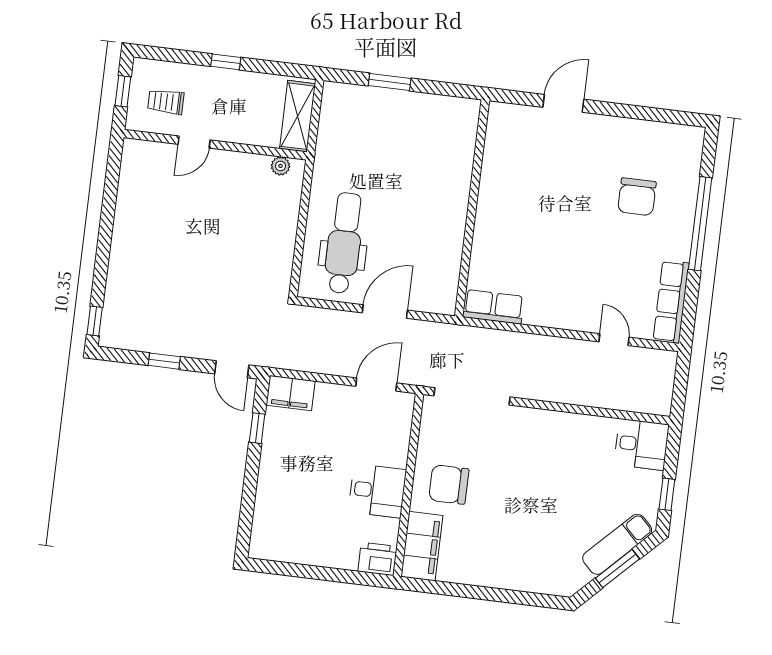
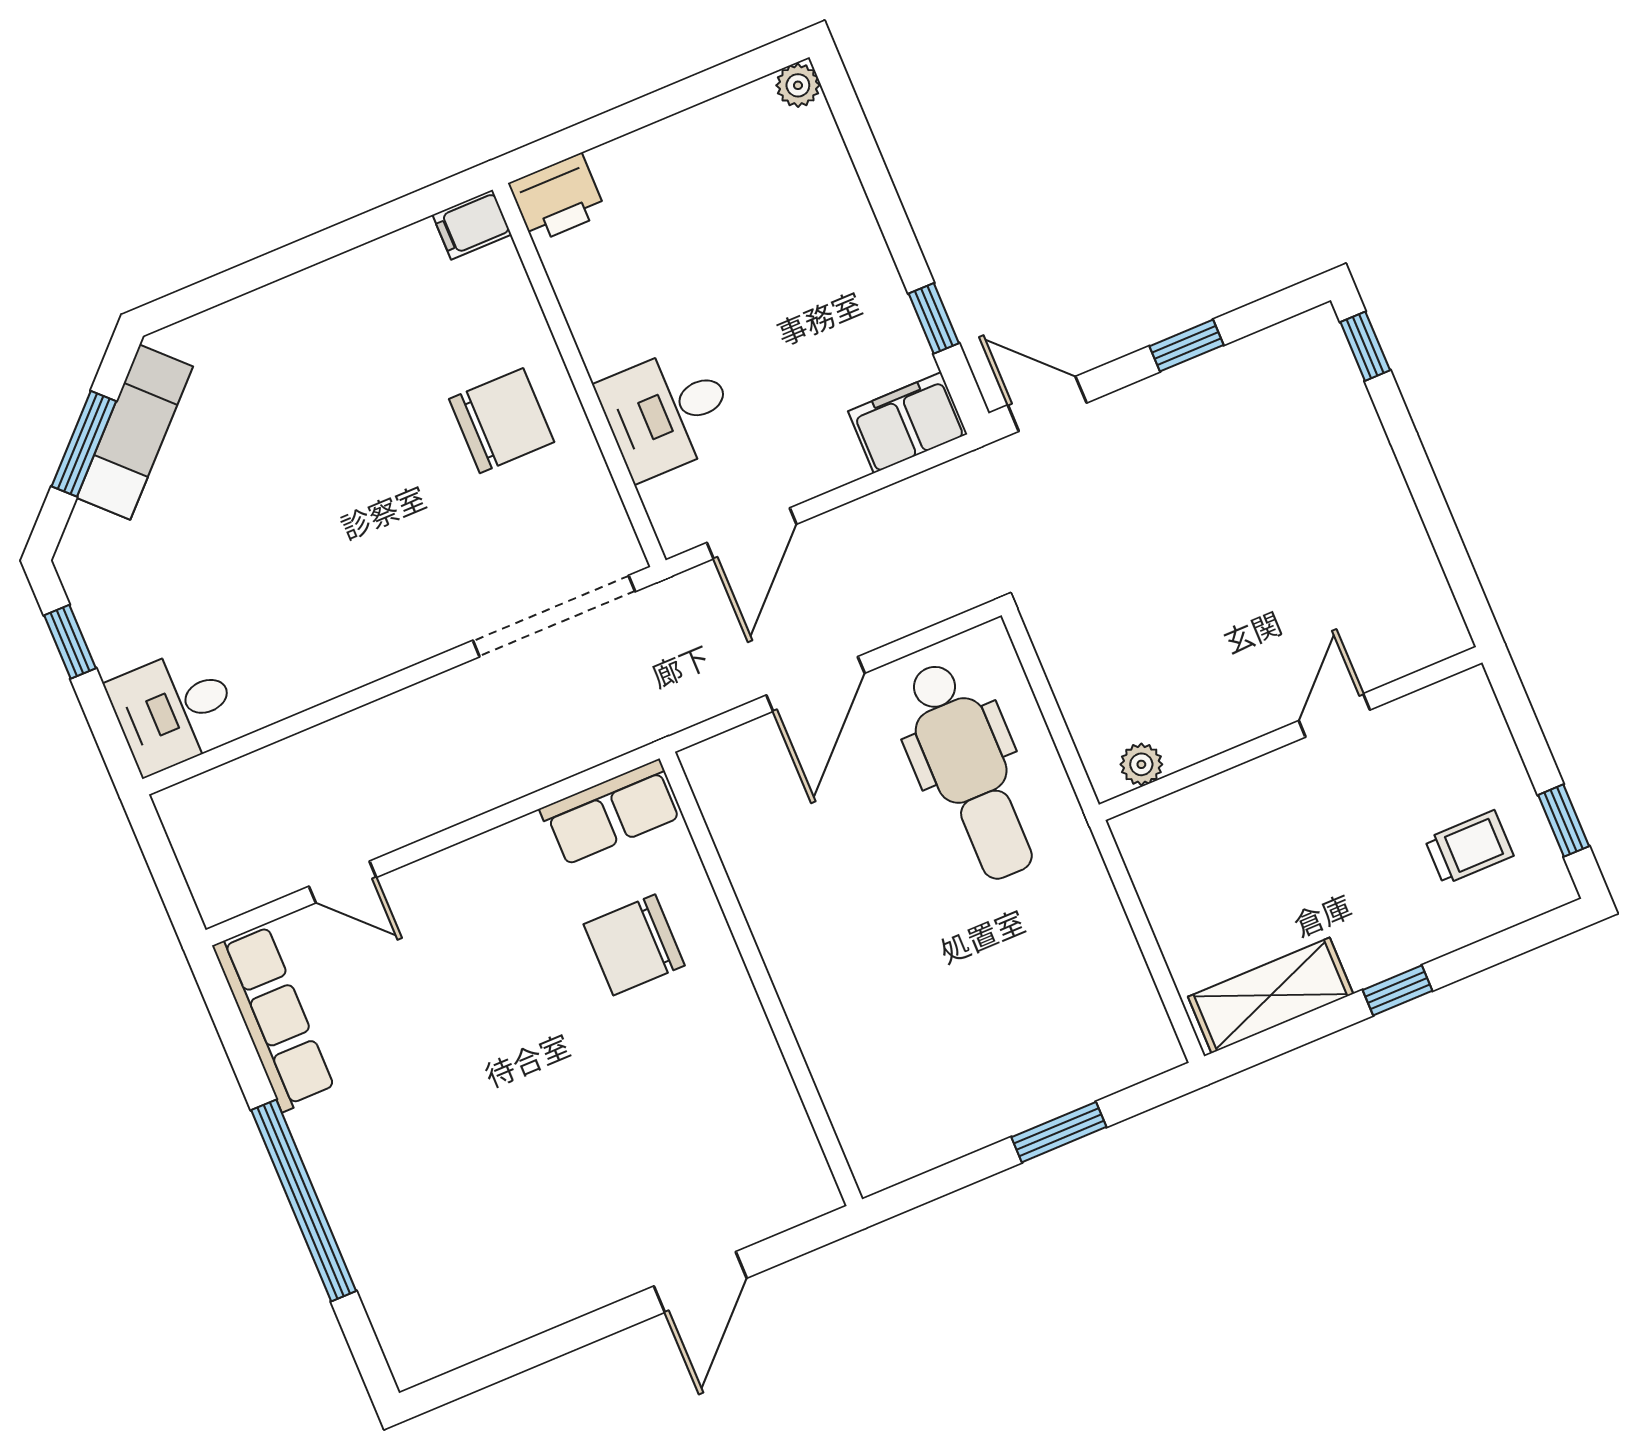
shelving: (298, 116) -> (1271, 995), moved, turned 90
door: (194, 142) -> (1334, 715), moved
wall: (215, 145) -> (1291, 734), moved
plant: (280, 166) -> (1141, 764), moved
chair: (637, 197) -> (634, 945), moved, turned -90
desk: (377, 491) -> (667, 412), moved
exam couch: (617, 544) -> (135, 432), moved
filing cabinet: (422, 546) -> (472, 225), width x0.33, depth x0.86
plant: (258, 549) -> (798, 85), added

